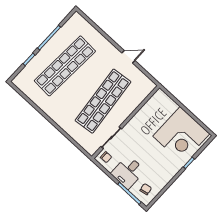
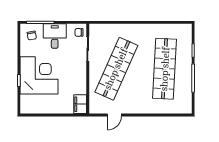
door: (128, 57) -> (114, 115), moved
filing cabinet: (158, 100) -> (80, 104), added
shop shelf: (103, 101) -> (116, 69), turned 30
corner desk: (181, 135) -> (39, 75), moved, turned 90

